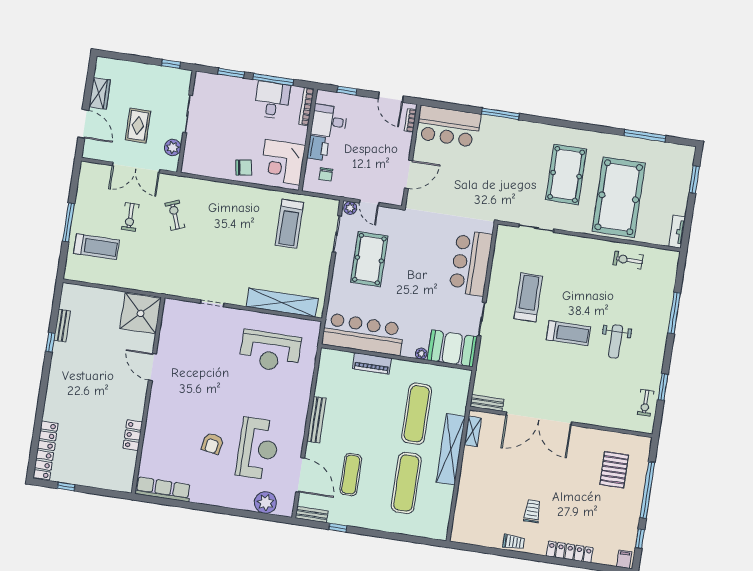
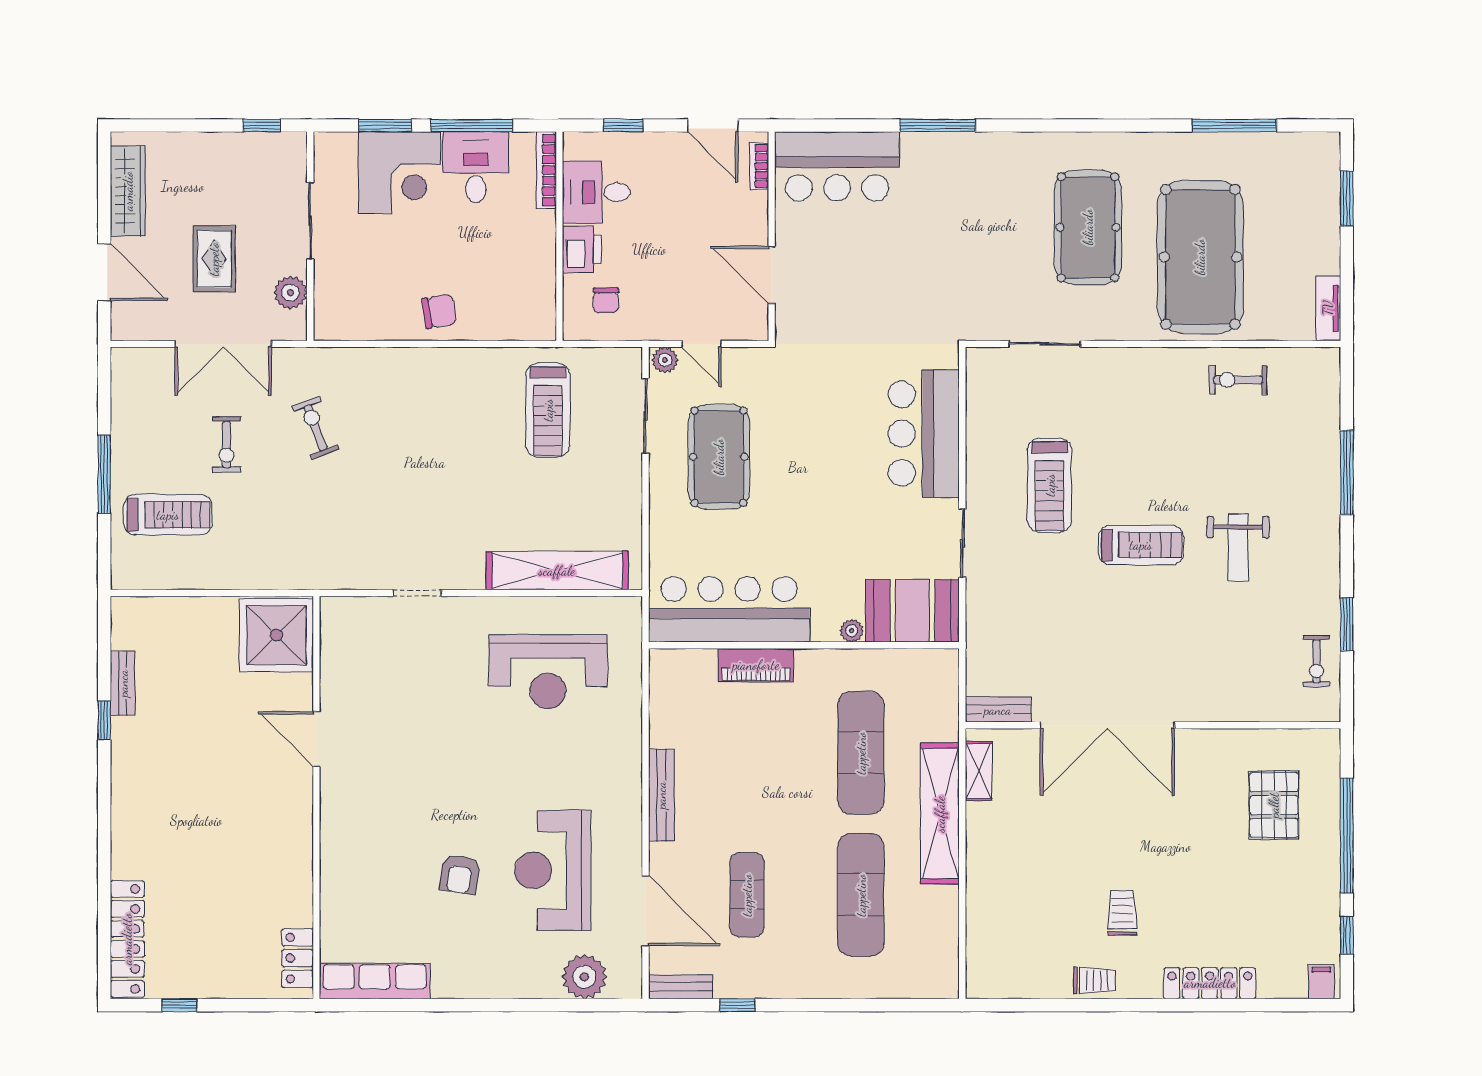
wardrobe: (100, 93) -> (128, 191), width x1.50
corner desk: (283, 162) -> (399, 173), moved, turned -90
door: (408, 174) -> (772, 275), swing flipped
treadmill: (528, 297) -> (1050, 485), turned 180
locker: (133, 435) -> (298, 958), moved
reception desk: (258, 448) -> (553, 870), turned 180

